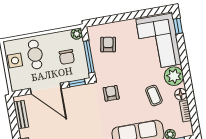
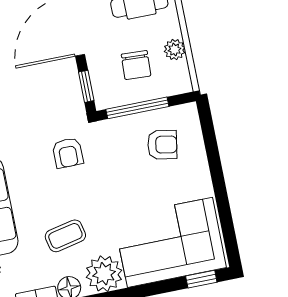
plant: (77, 34) -> (175, 50), moved
chair: (67, 57) -> (136, 65), turned -87
armchair: (111, 93) -> (68, 153), turned 90

